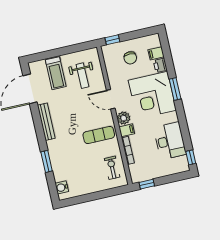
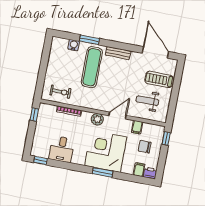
printer: (160, 65) -> (150, 173), moved
bench: (46, 122) -> (118, 53), width x0.73
filing cabinet: (127, 130) -> (137, 127), moved
exercise mat: (99, 135) -> (92, 67), moved, width x1.36, depth x1.45
desk: (170, 141) -> (62, 149), width x0.73
water cooler: (62, 187) -> (74, 45), moved

